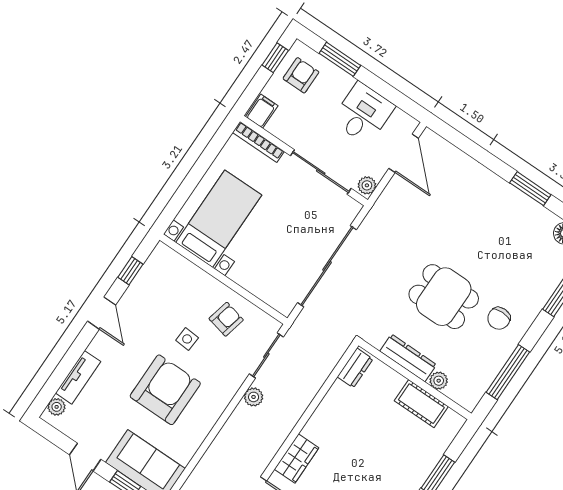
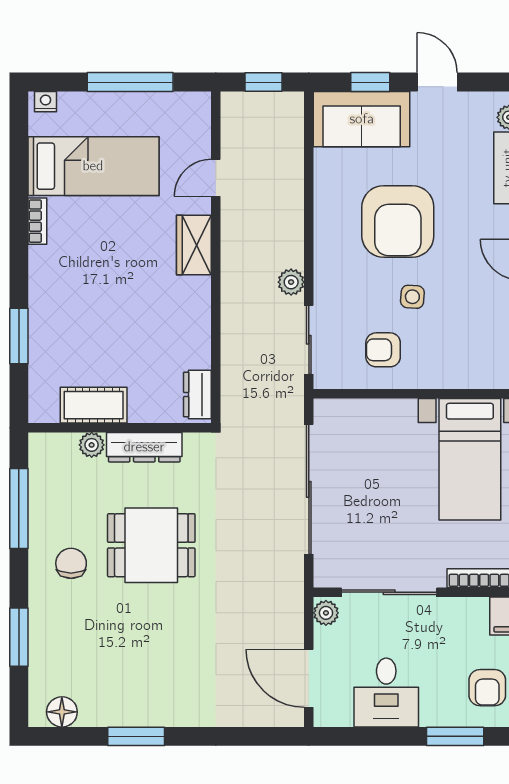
armchair: (226, 319) -> (383, 350), turned 77

